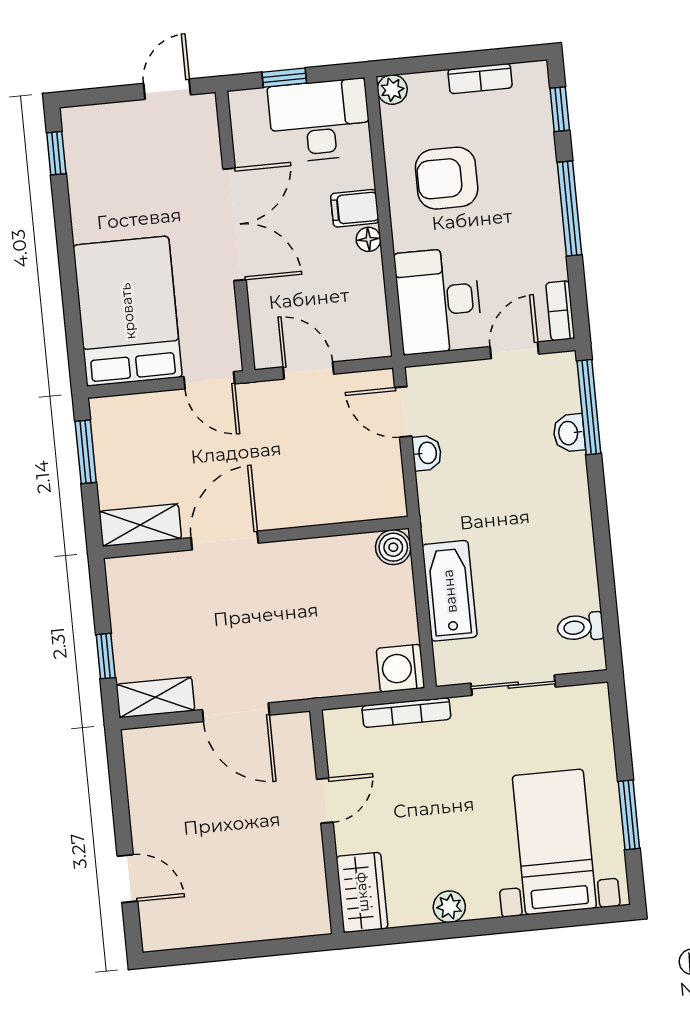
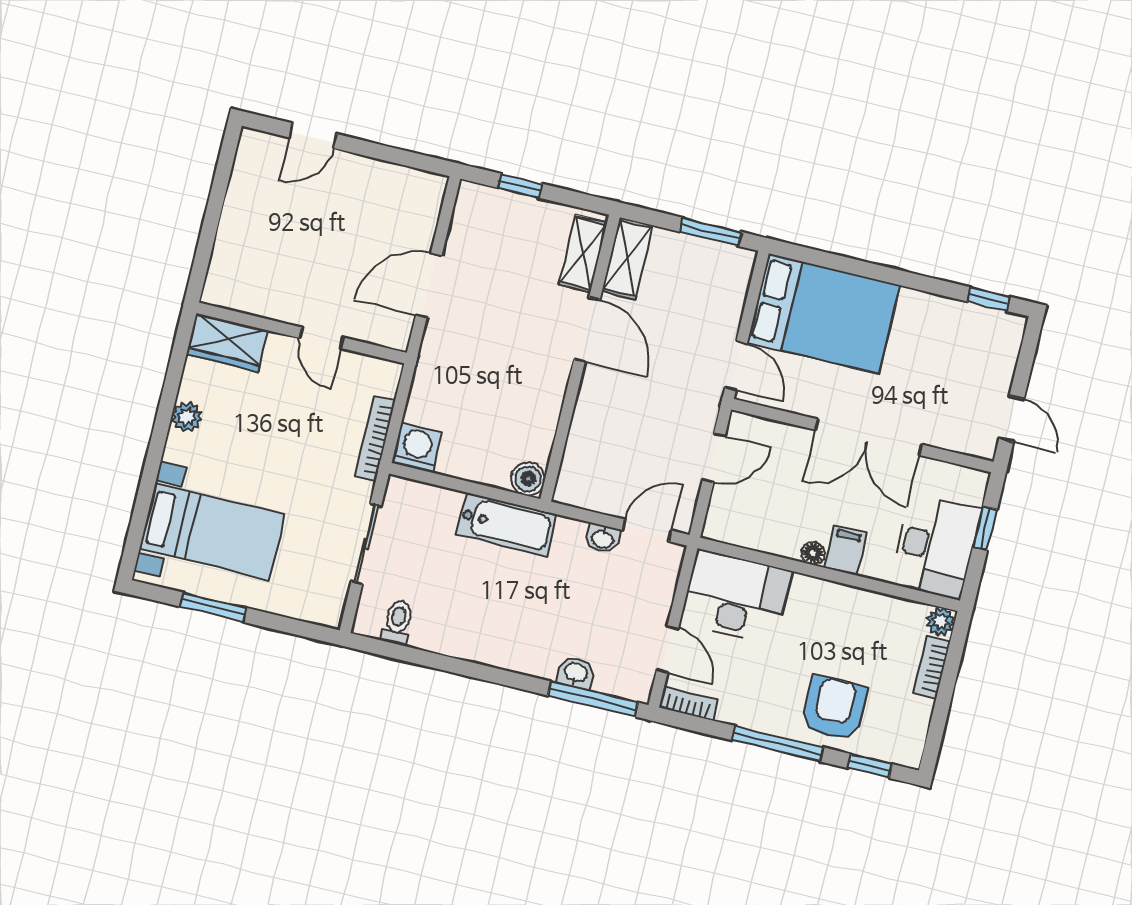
bookcase: (480, 79) -> (932, 667), moved
armchair: (447, 178) -> (834, 708), moved
door: (209, 380) -> (736, 366), swing flipped
bathtub: (450, 591) -> (506, 524), moved
shelving: (155, 697) -> (583, 254), moved

